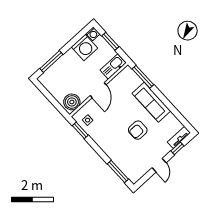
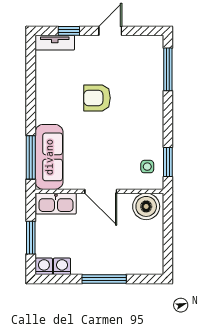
washing machine: (85, 48) -> (62, 266), width x0.53, depth x0.53
window: (51, 61) -> (104, 279), moved
door: (98, 90) -> (101, 191), swing flipped
sofa: (151, 102) -> (49, 157), moved
armchair: (138, 130) -> (97, 98), turned 180

